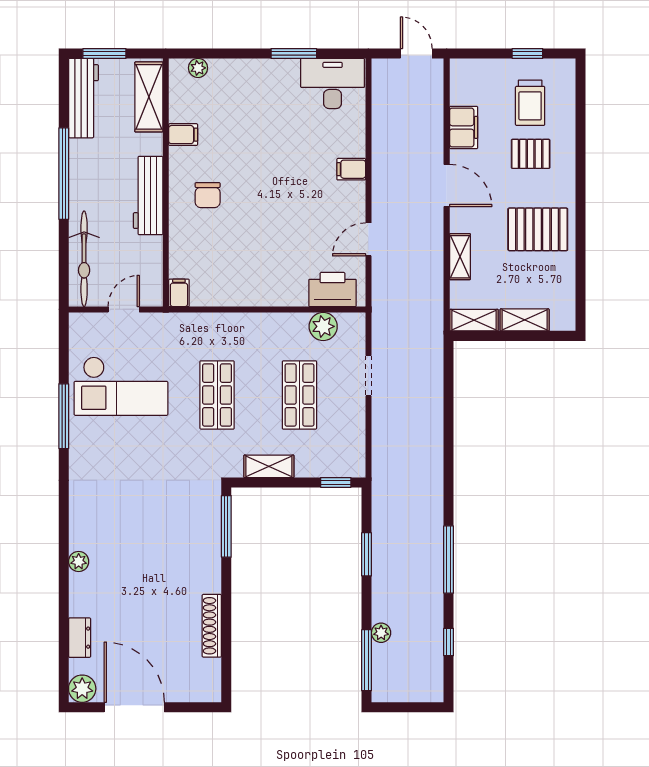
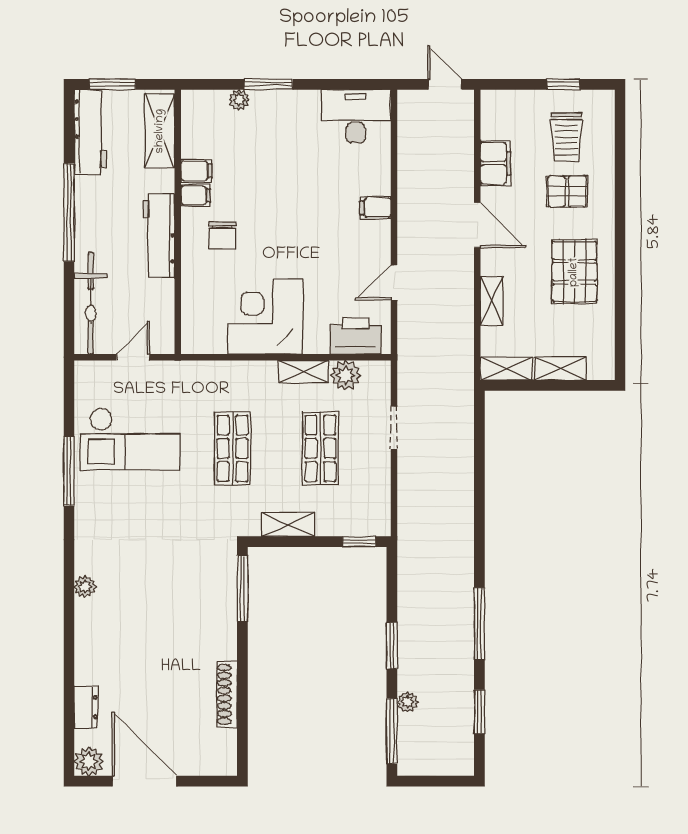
window: (294, 54) -> (268, 84), moved
plant: (198, 68) -> (239, 100), moved
pallet: (538, 229) -> (574, 272), turned 90
corner desk: (248, 271) -> (265, 317), added
filing cabinet: (179, 293) -> (196, 195), moved, turned 90
shelving: (284, 323) -> (304, 372), added
window: (367, 554) -> (392, 646), moved
plant: (79, 561) -> (85, 586), moved
window: (449, 642) -> (479, 712), width x1.50

